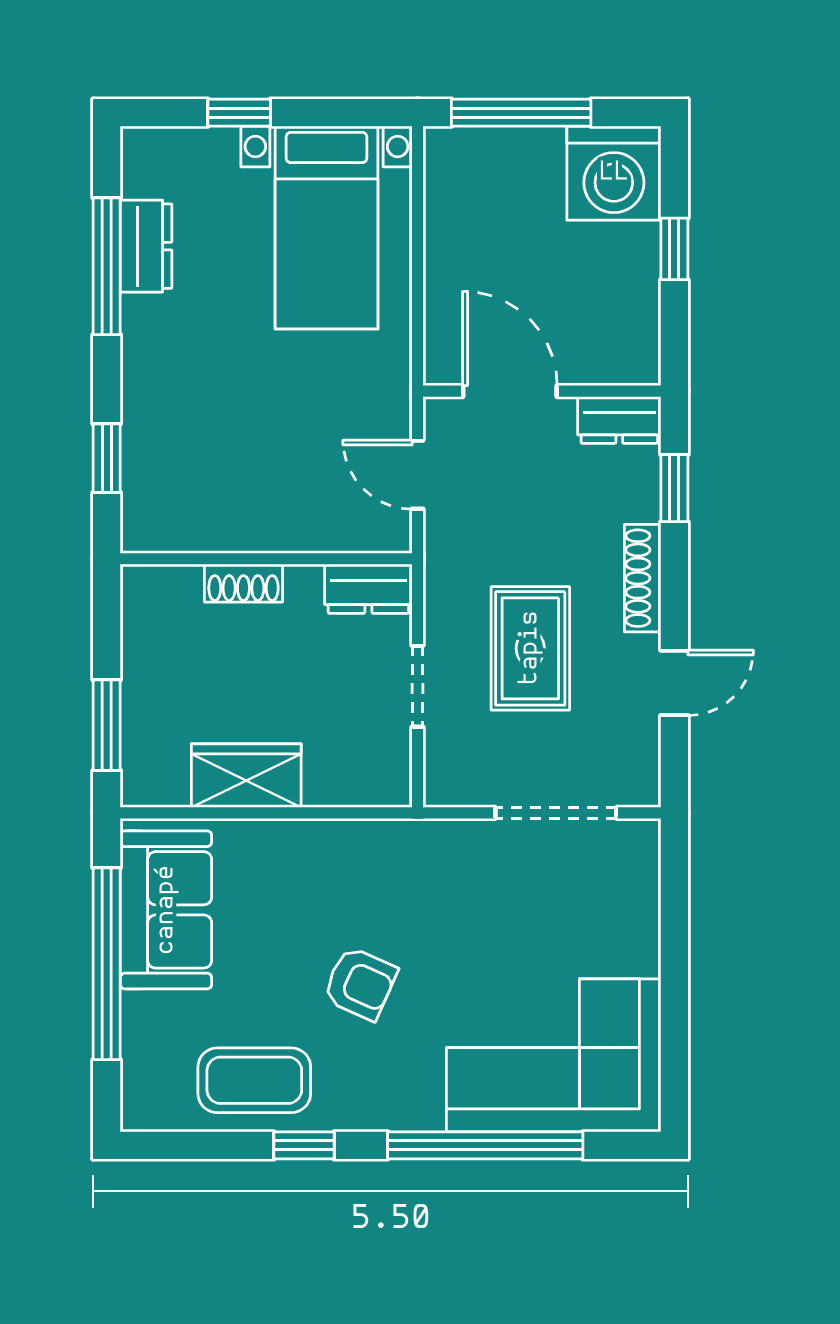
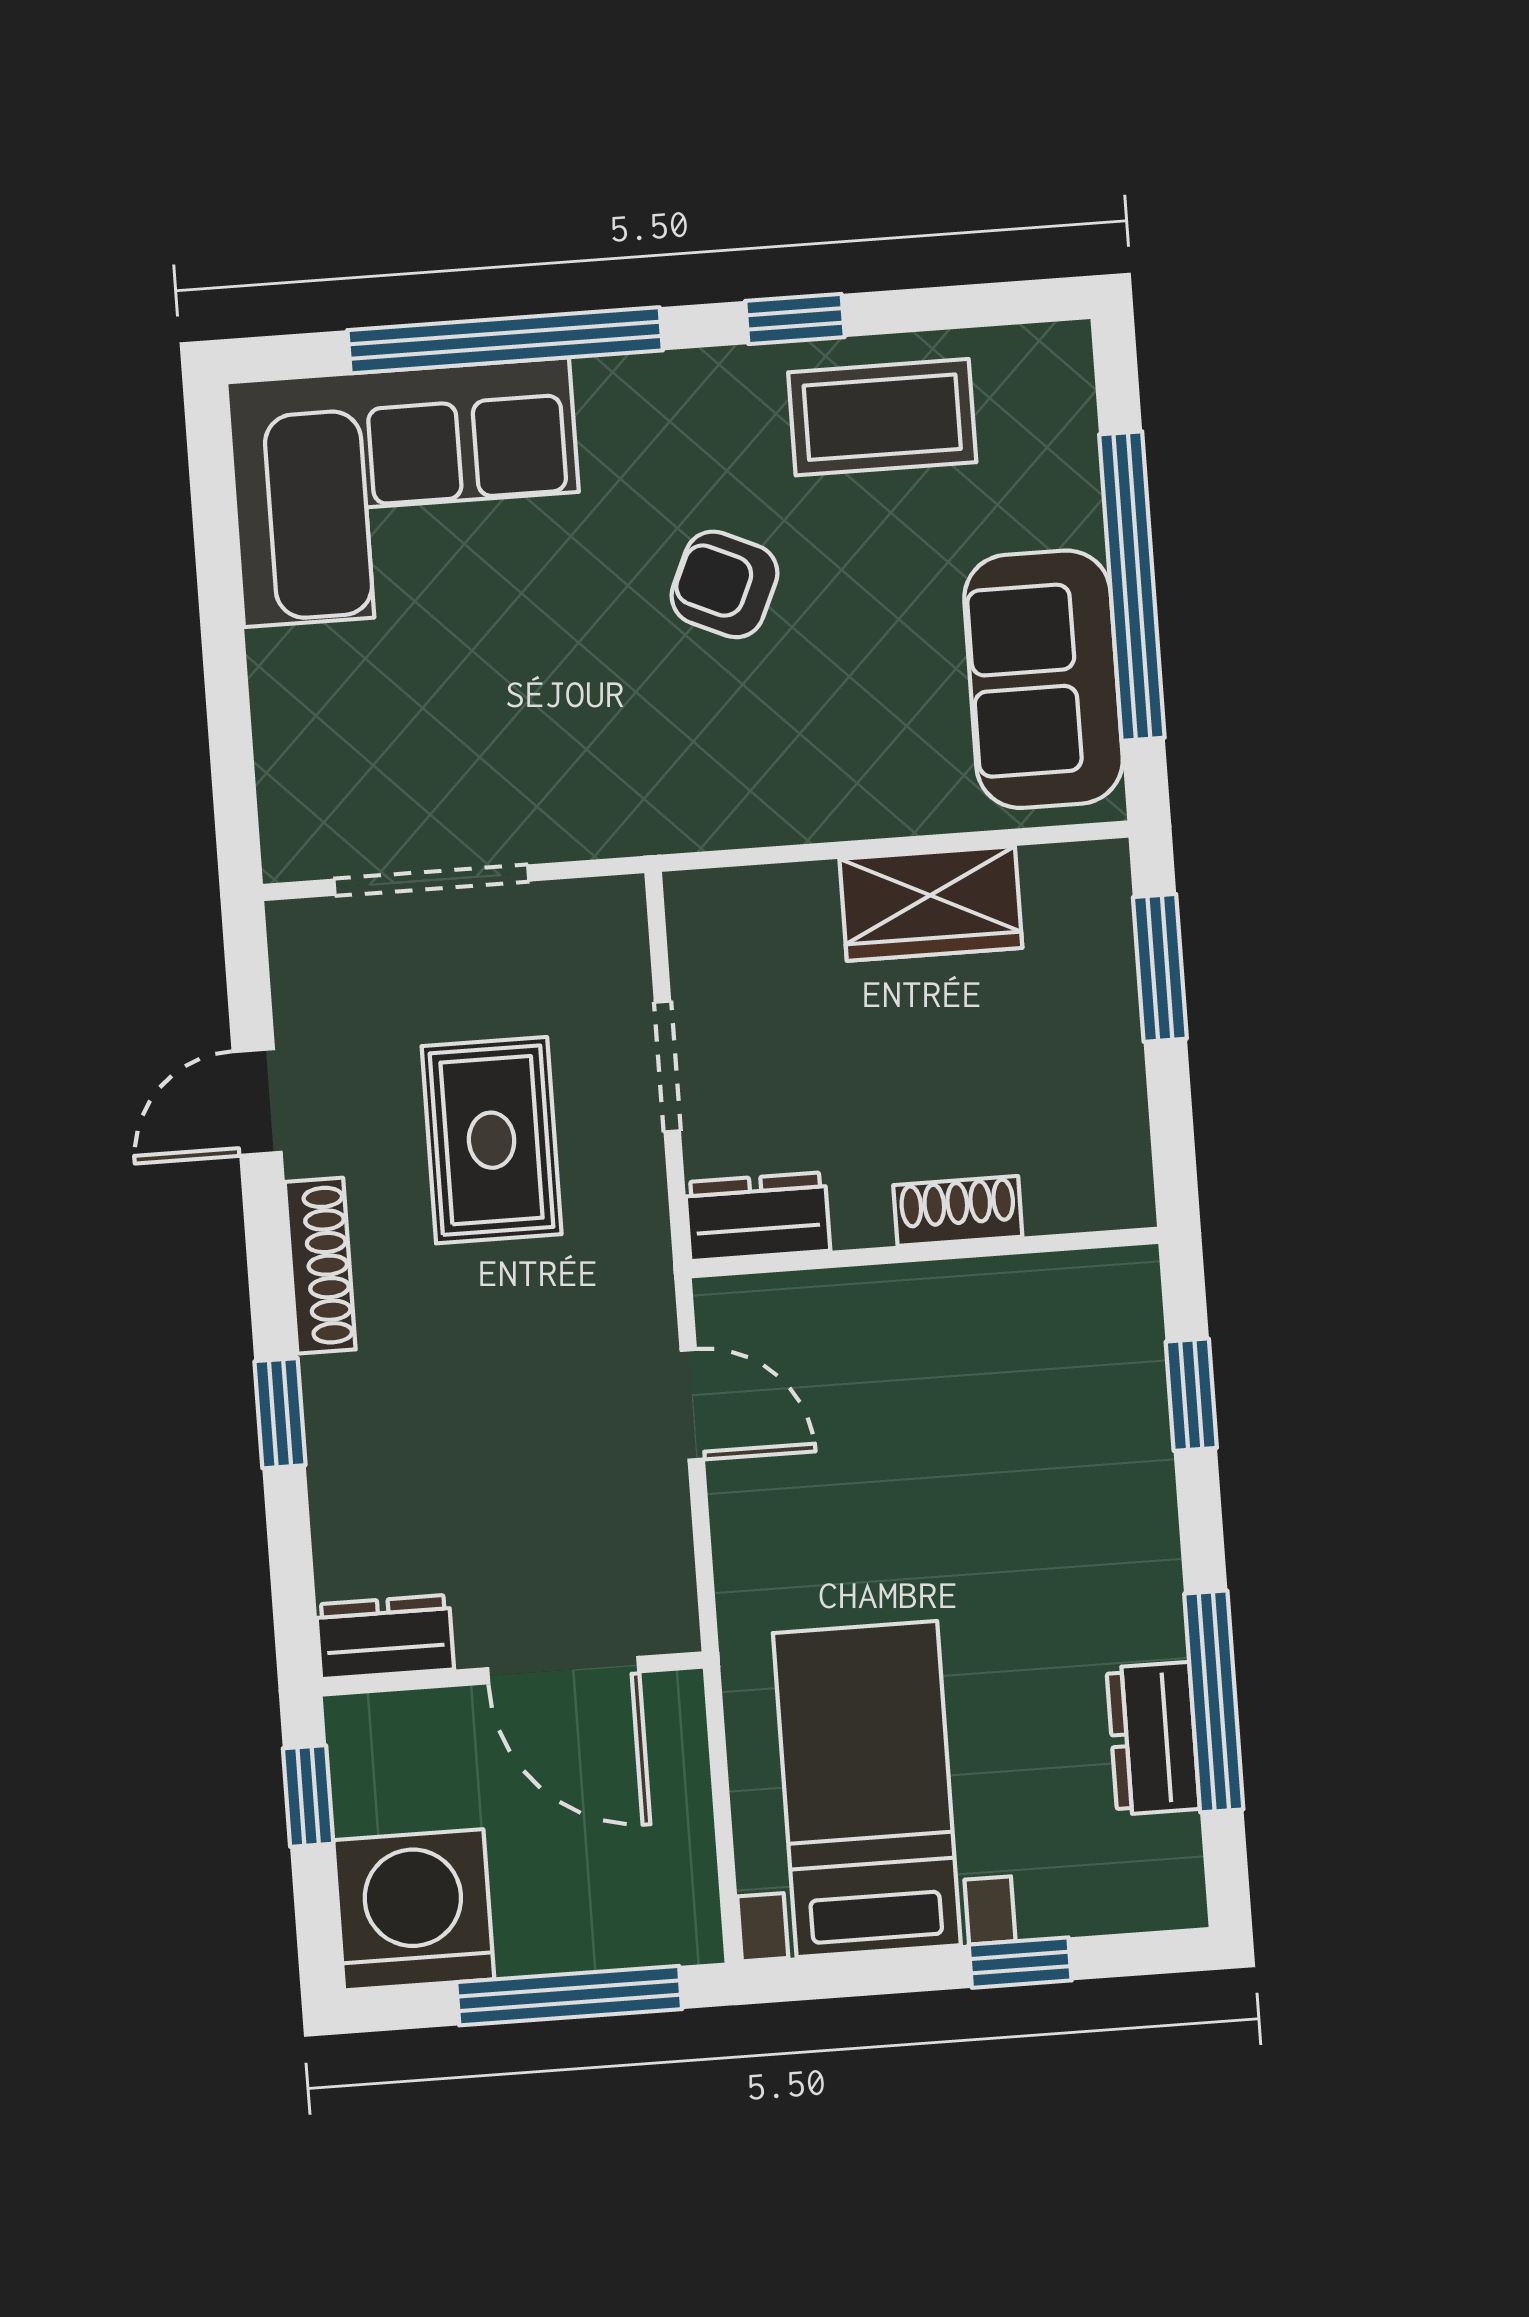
door: (510, 391) -> (563, 1670), moved
wall: (542, 391) -> (512, 1674), moved
dresser: (619, 420) -> (385, 1637), moved

